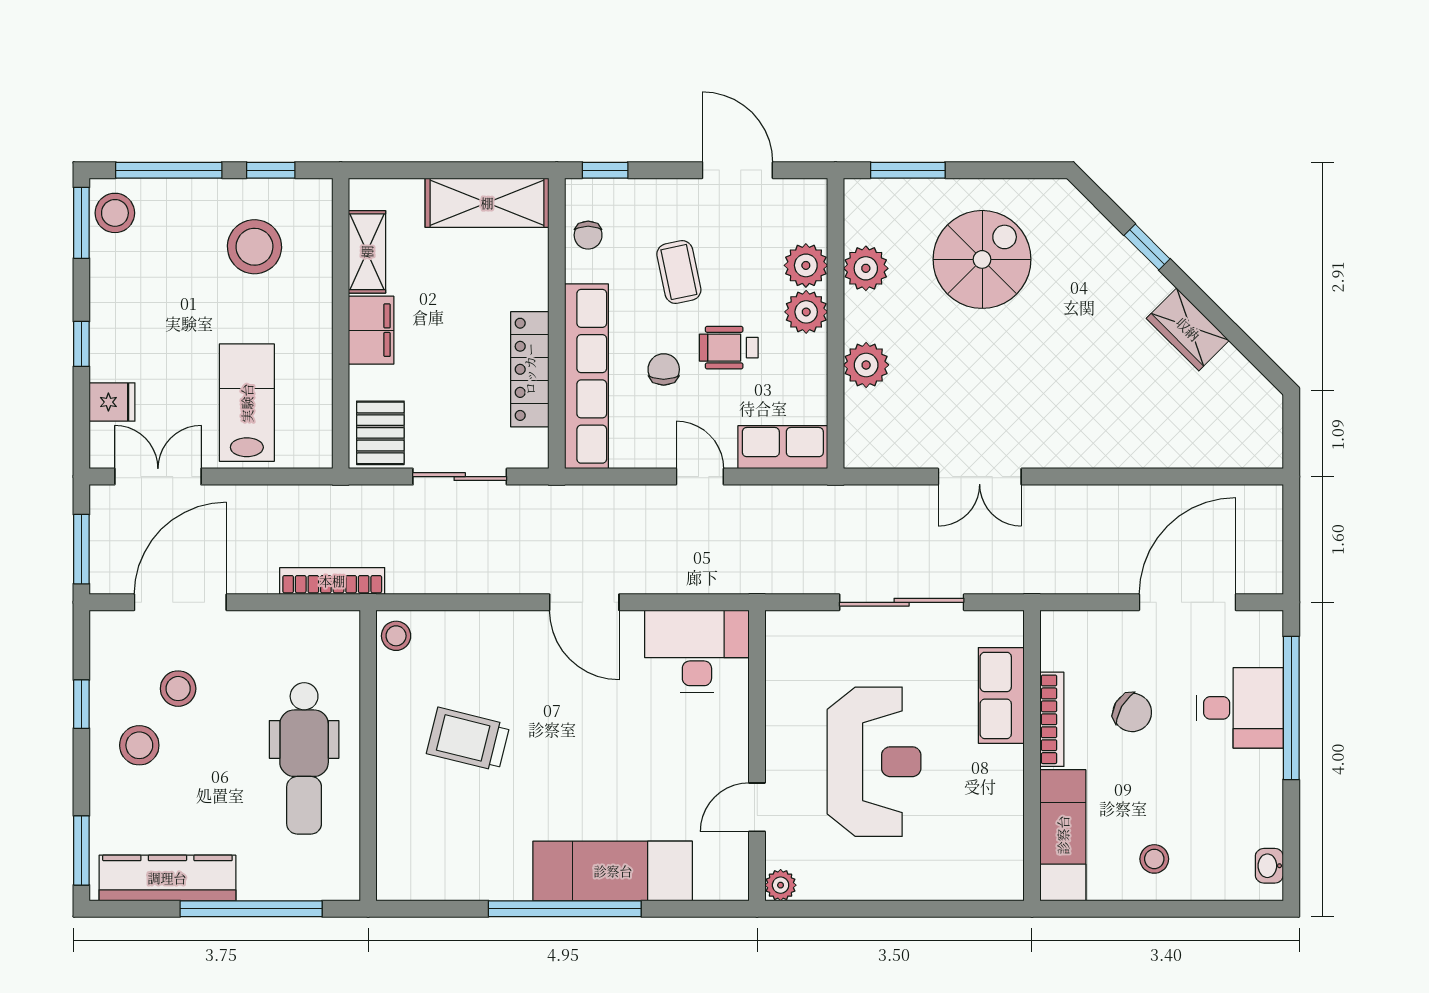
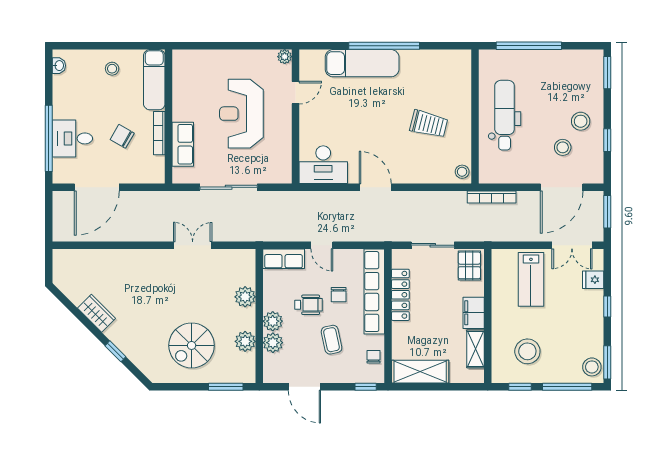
kitchen counter: (167, 878) -> (568, 60), removed

